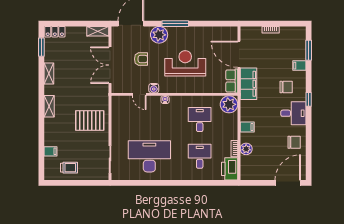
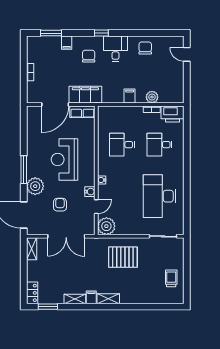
plant: (229, 104) -> (106, 226), moved
pallet: (90, 120) -> (123, 257), turned 90
filing cabinet: (51, 151) -> (91, 297), moved
door: (288, 183) -> (187, 54), width x0.53

